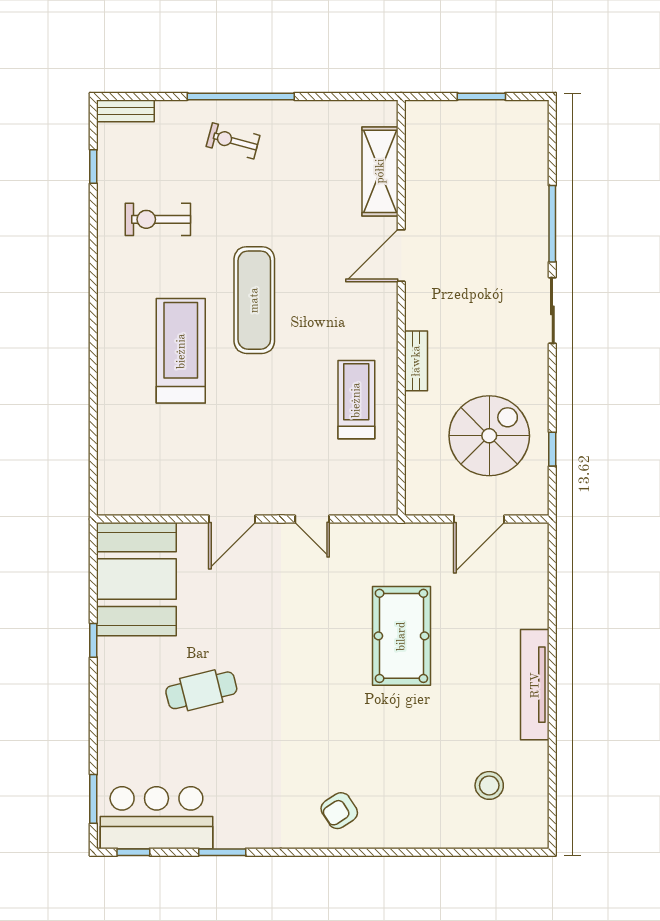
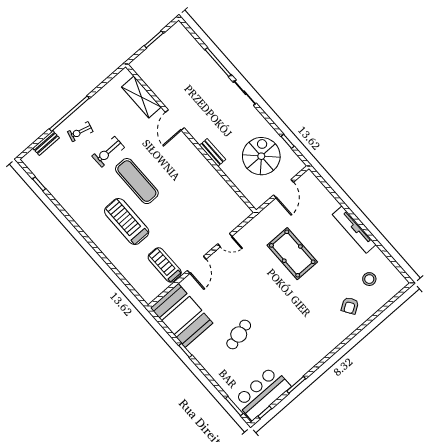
bench: (125, 111) -> (46, 143), moved
exercise bike: (158, 219) -> (108, 152), moved
treadmill: (356, 400) -> (165, 265), moved
armchair: (339, 811) -> (350, 306), moved

